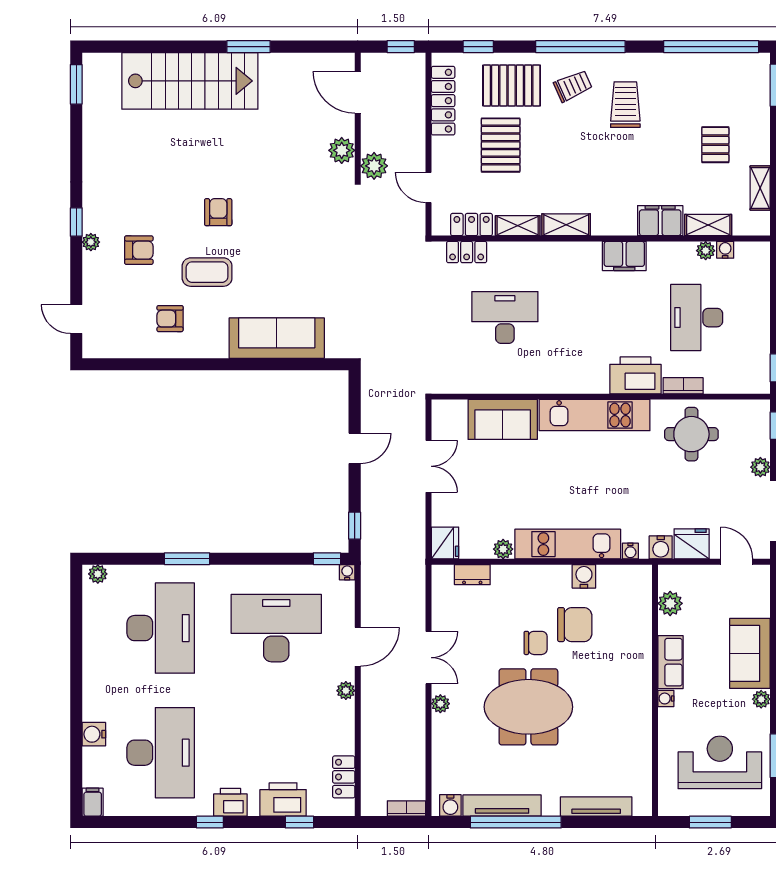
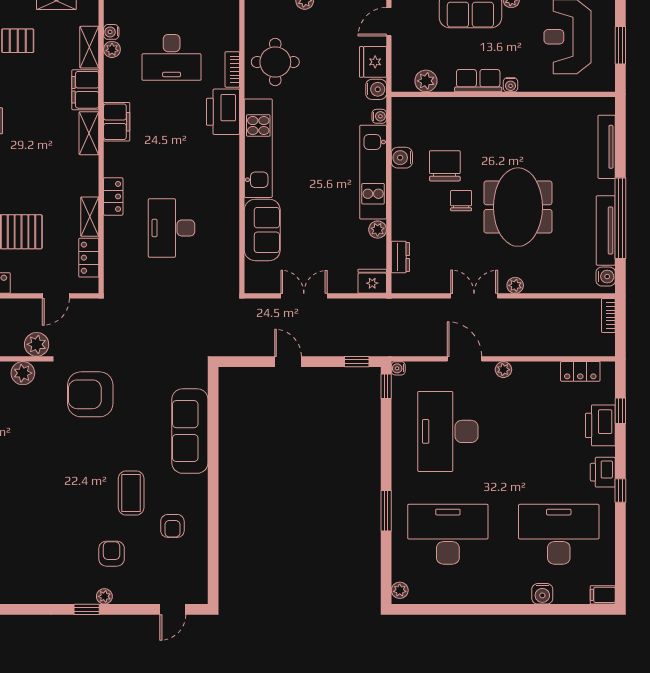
armchair: (218, 212) -> (90, 394), moved, width x1.88, depth x1.88
shelving: (566, 225) -> (89, 133), moved
locker: (467, 252) -> (113, 196), moved

